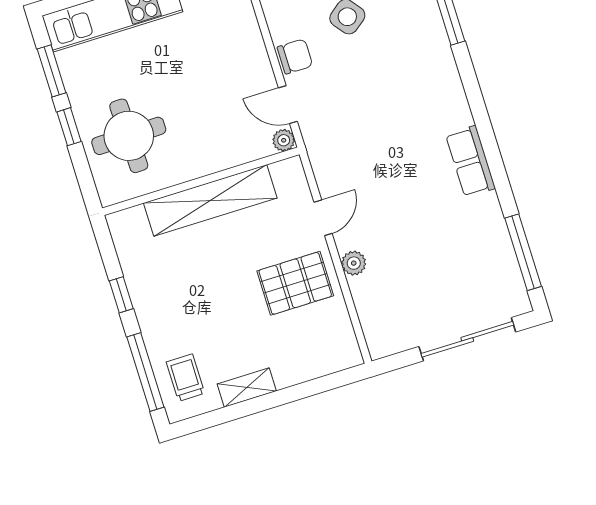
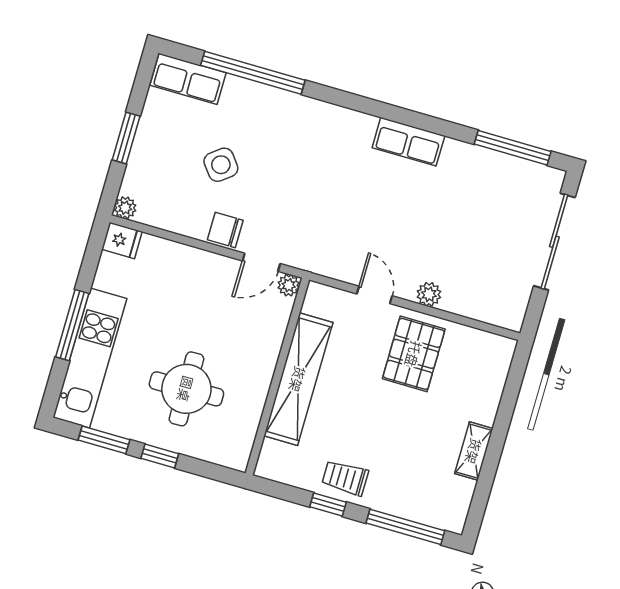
chair: (295, 56) -> (225, 230), turned -90
round table: (129, 136) -> (186, 389), moved
trolley: (186, 378) -> (345, 478), moved

